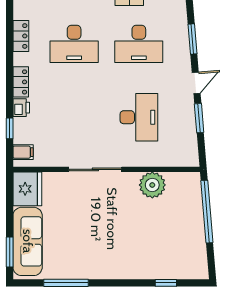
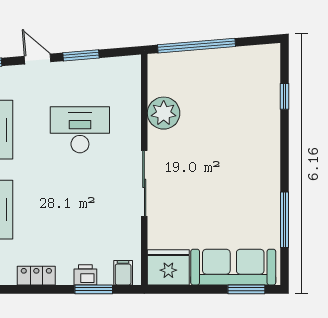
printer: (21, 108) -> (85, 275), moved
window: (10, 128) -> (94, 289), width x1.50

